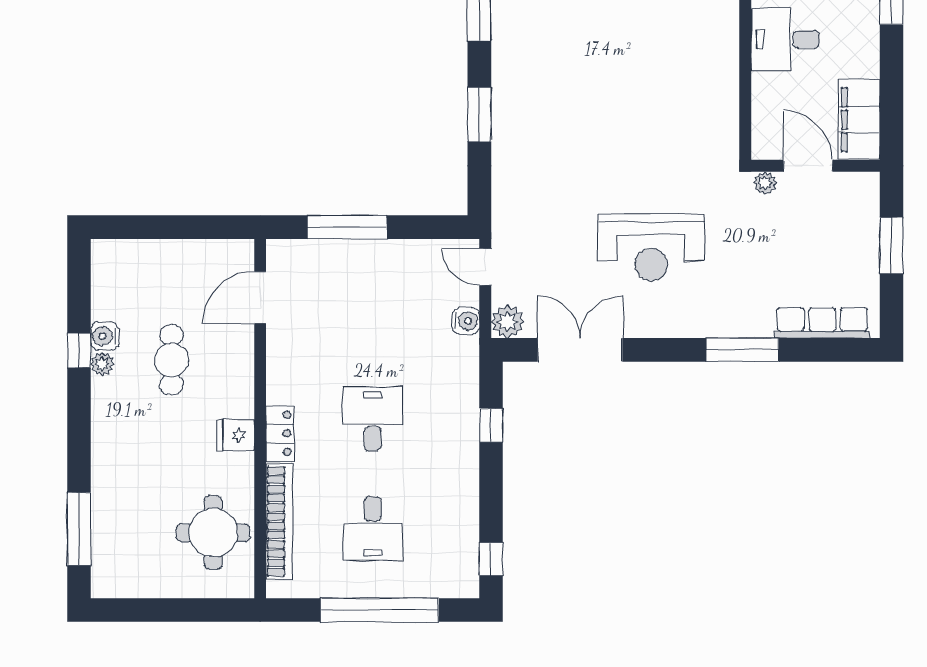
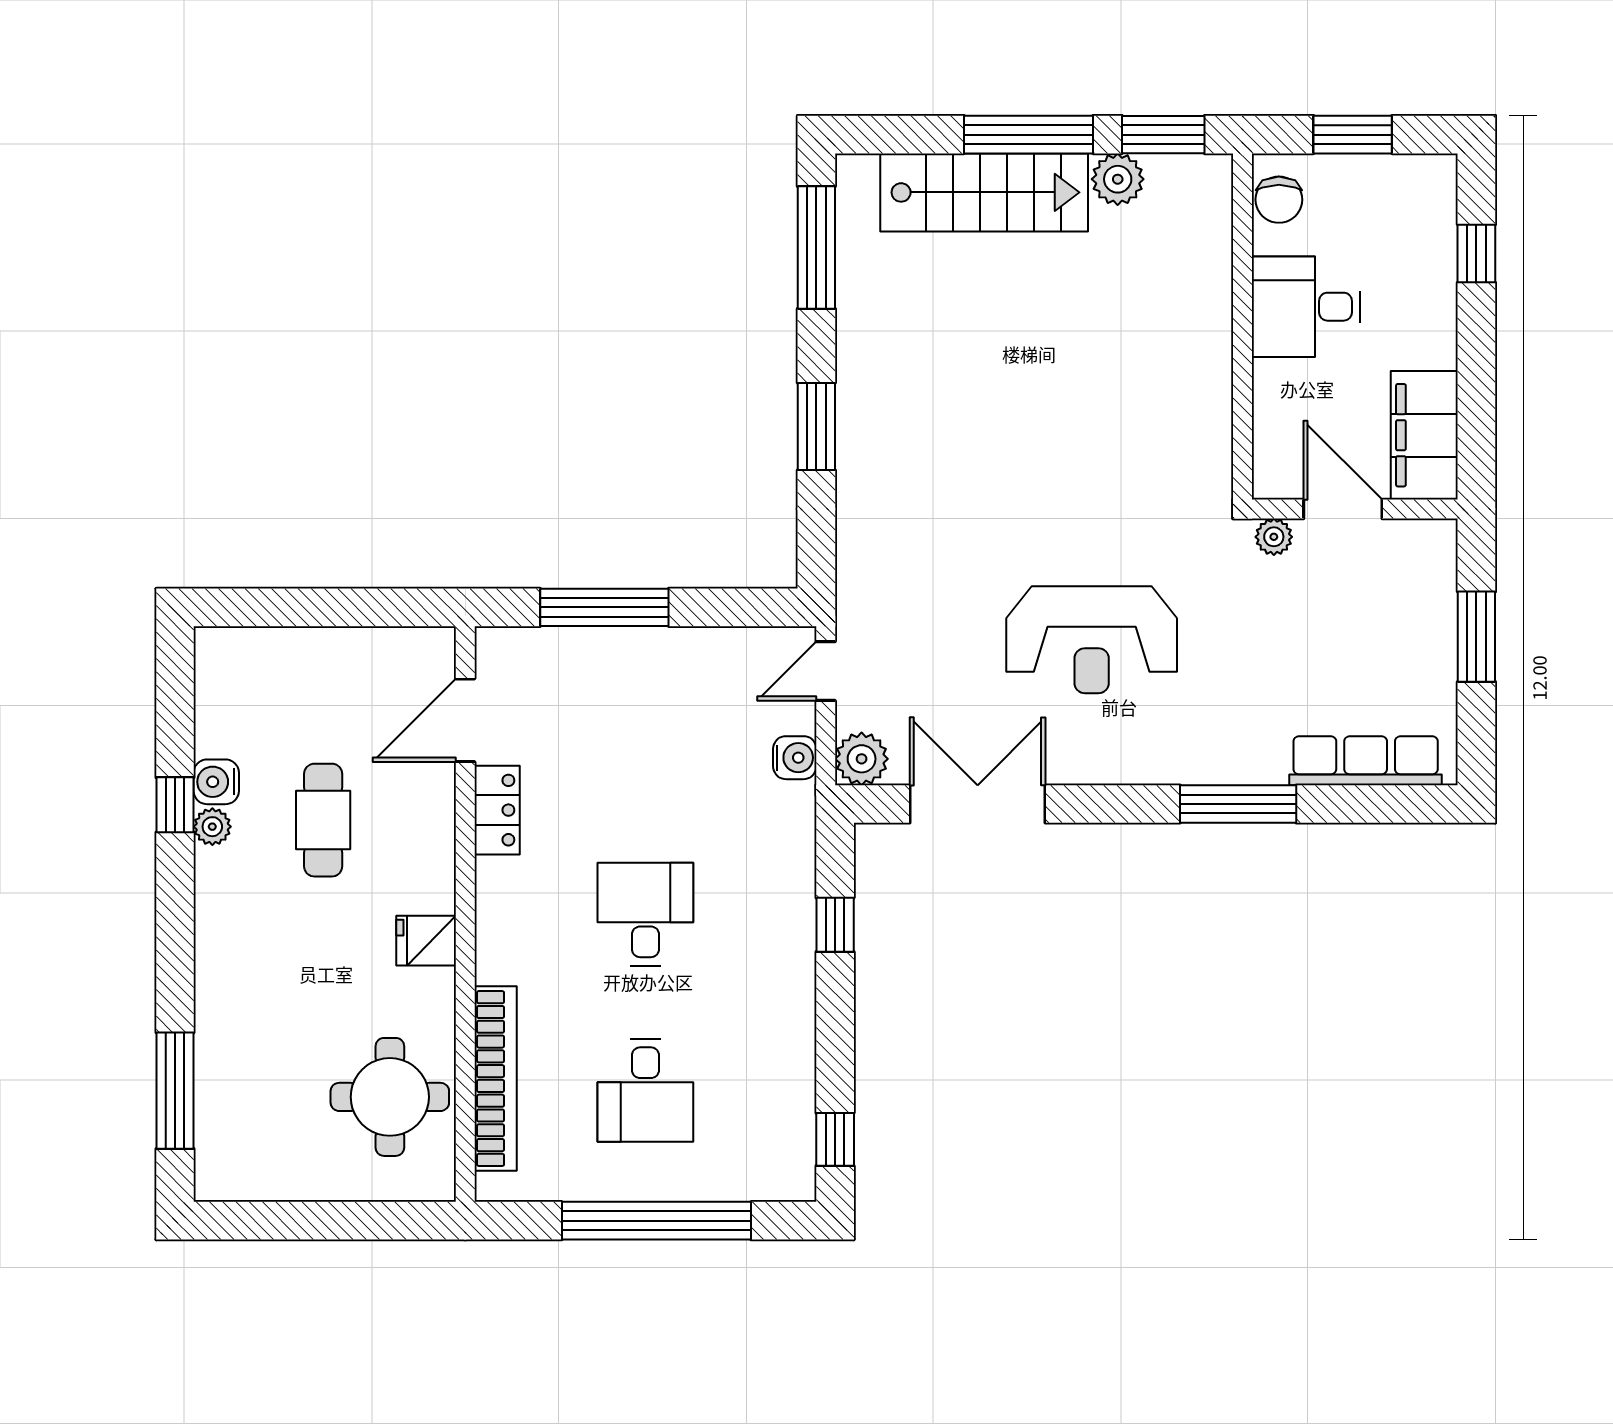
door: (485, 267) -> (826, 671), hinge flipped
locker: (280, 433) -> (497, 810), moved

